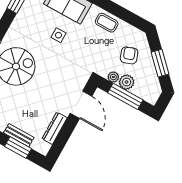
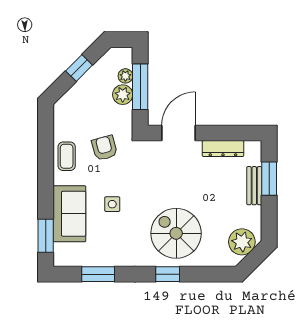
armchair: (129, 55) -> (105, 148), moved, turned 95
window: (160, 63) -> (79, 68), width x0.67
plant: (113, 77) -> (125, 76), moved

